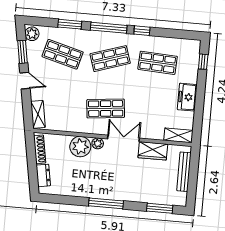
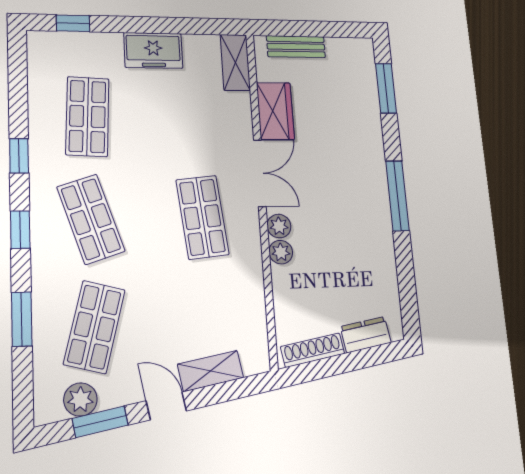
window: (109, 28) -> (20, 230), width x0.46
plant: (32, 34) -> (80, 399), moved
door: (25, 81) -> (166, 406), hinge flipped
shelving: (38, 114) -> (211, 371), moved
double door: (123, 138) -> (260, 173), swing flipped
plant: (80, 147) -> (281, 252), width x0.53, depth x0.53
bench: (184, 172) -> (296, 47), width x0.73

